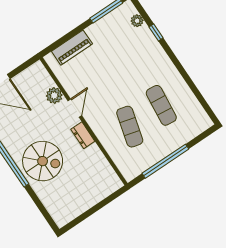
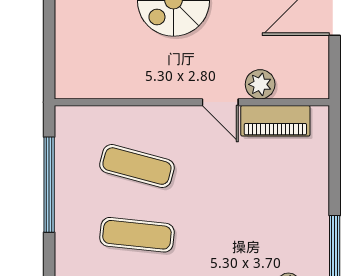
piano: (72, 48) -> (275, 121), moved, turned -90
dresser: (83, 135) -> (171, 87), removed

